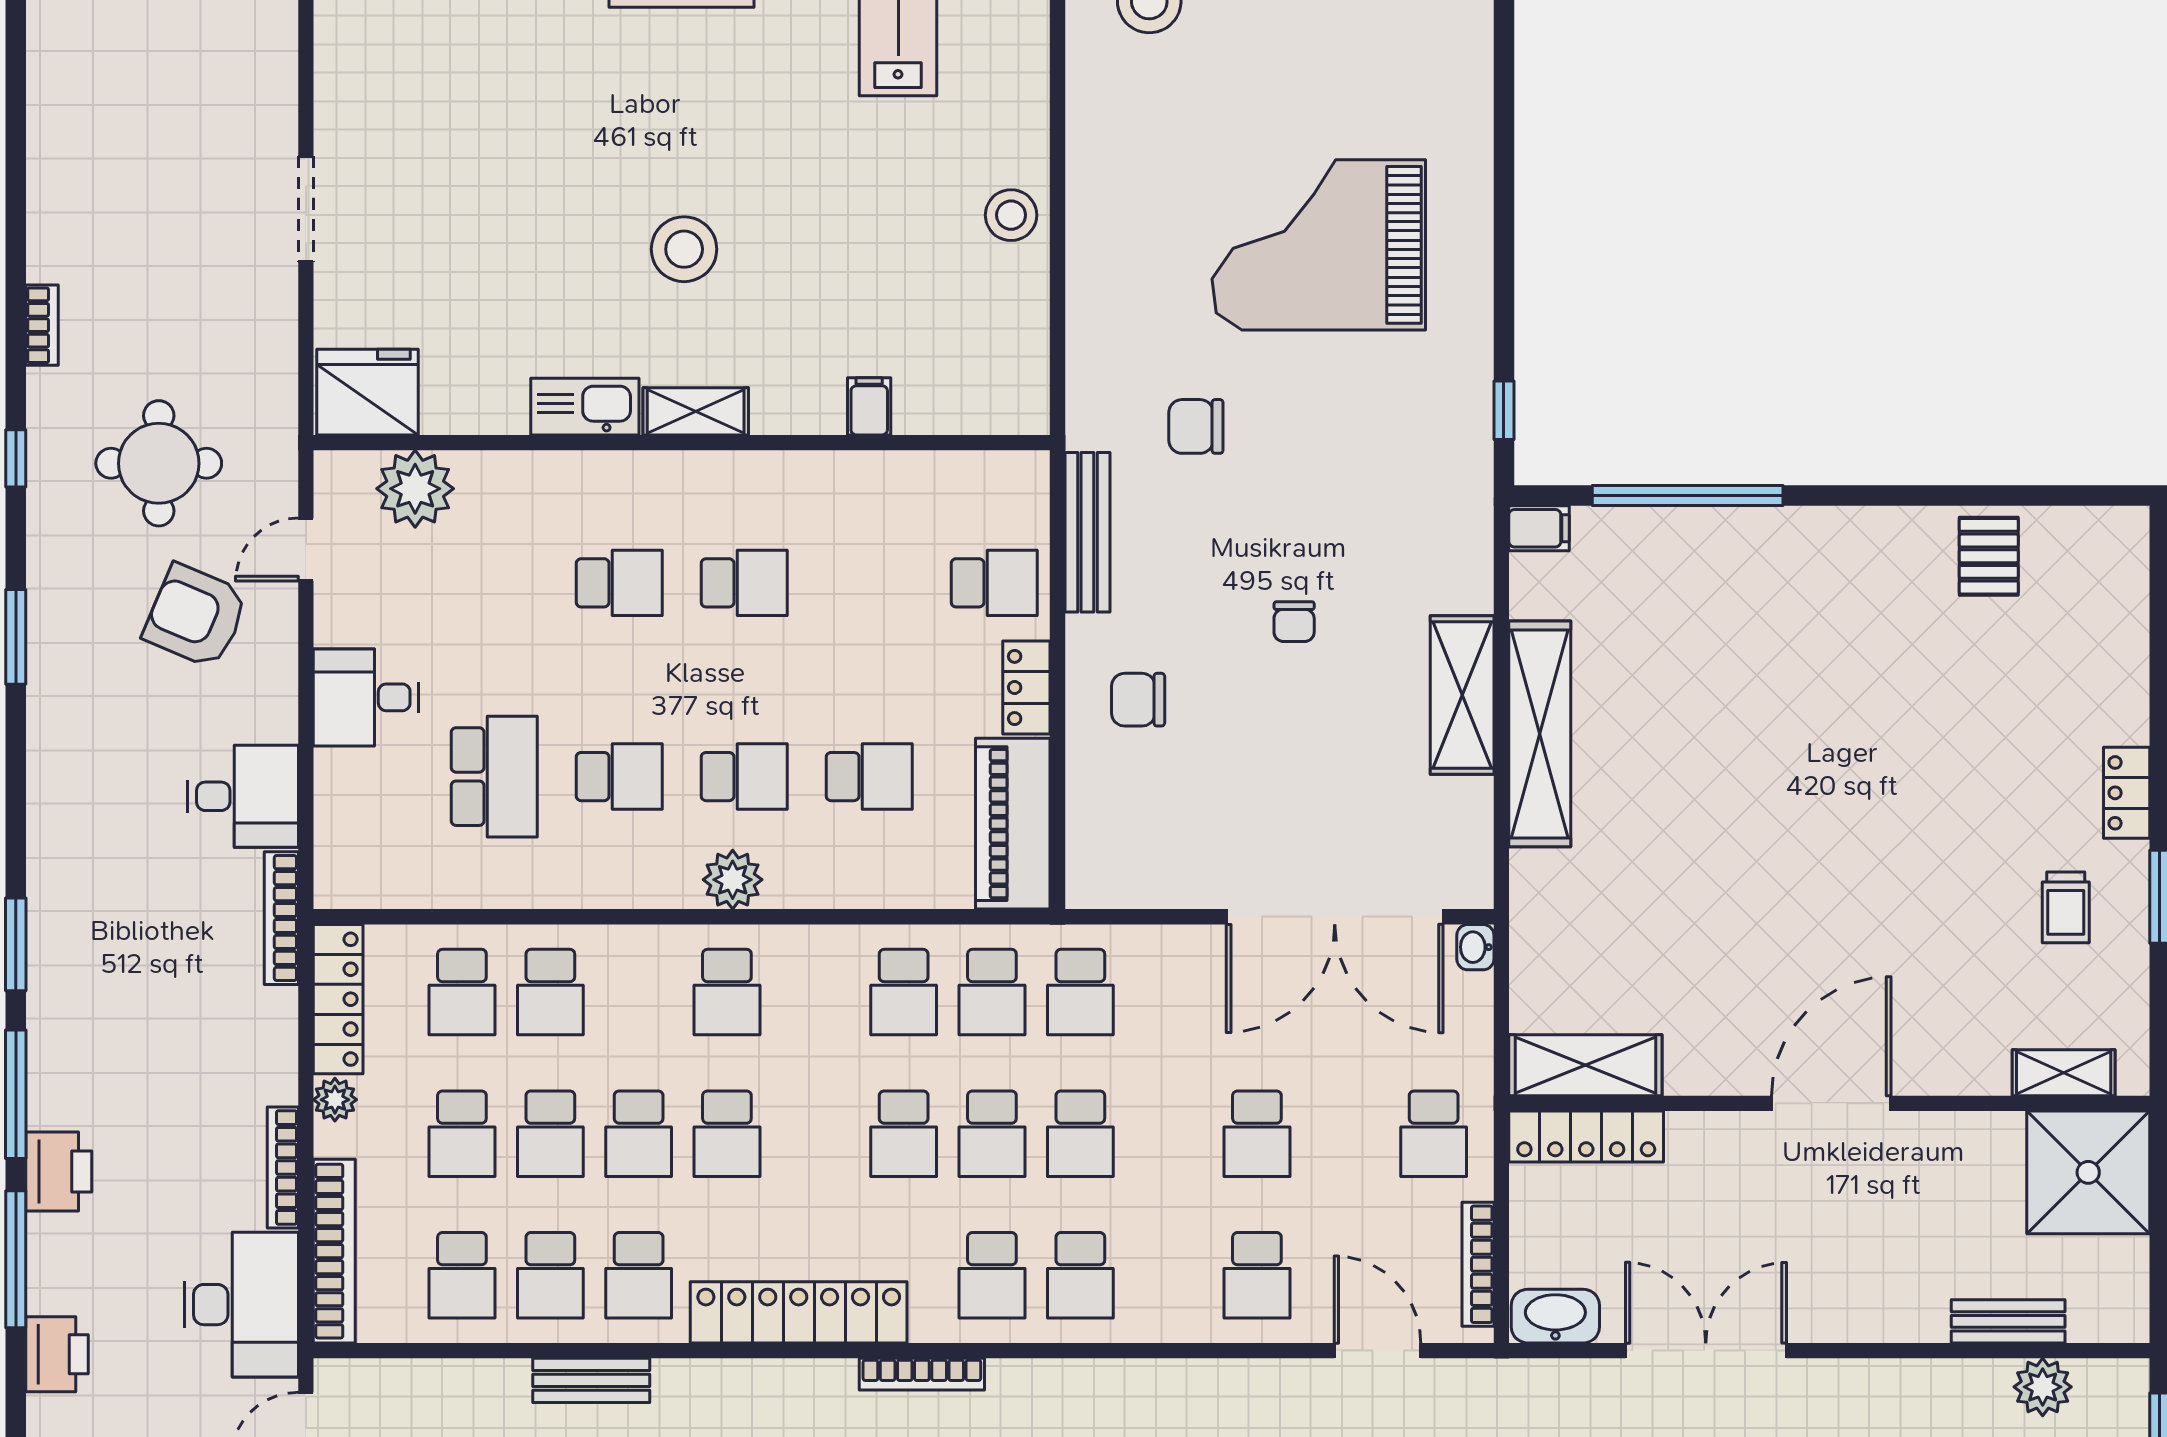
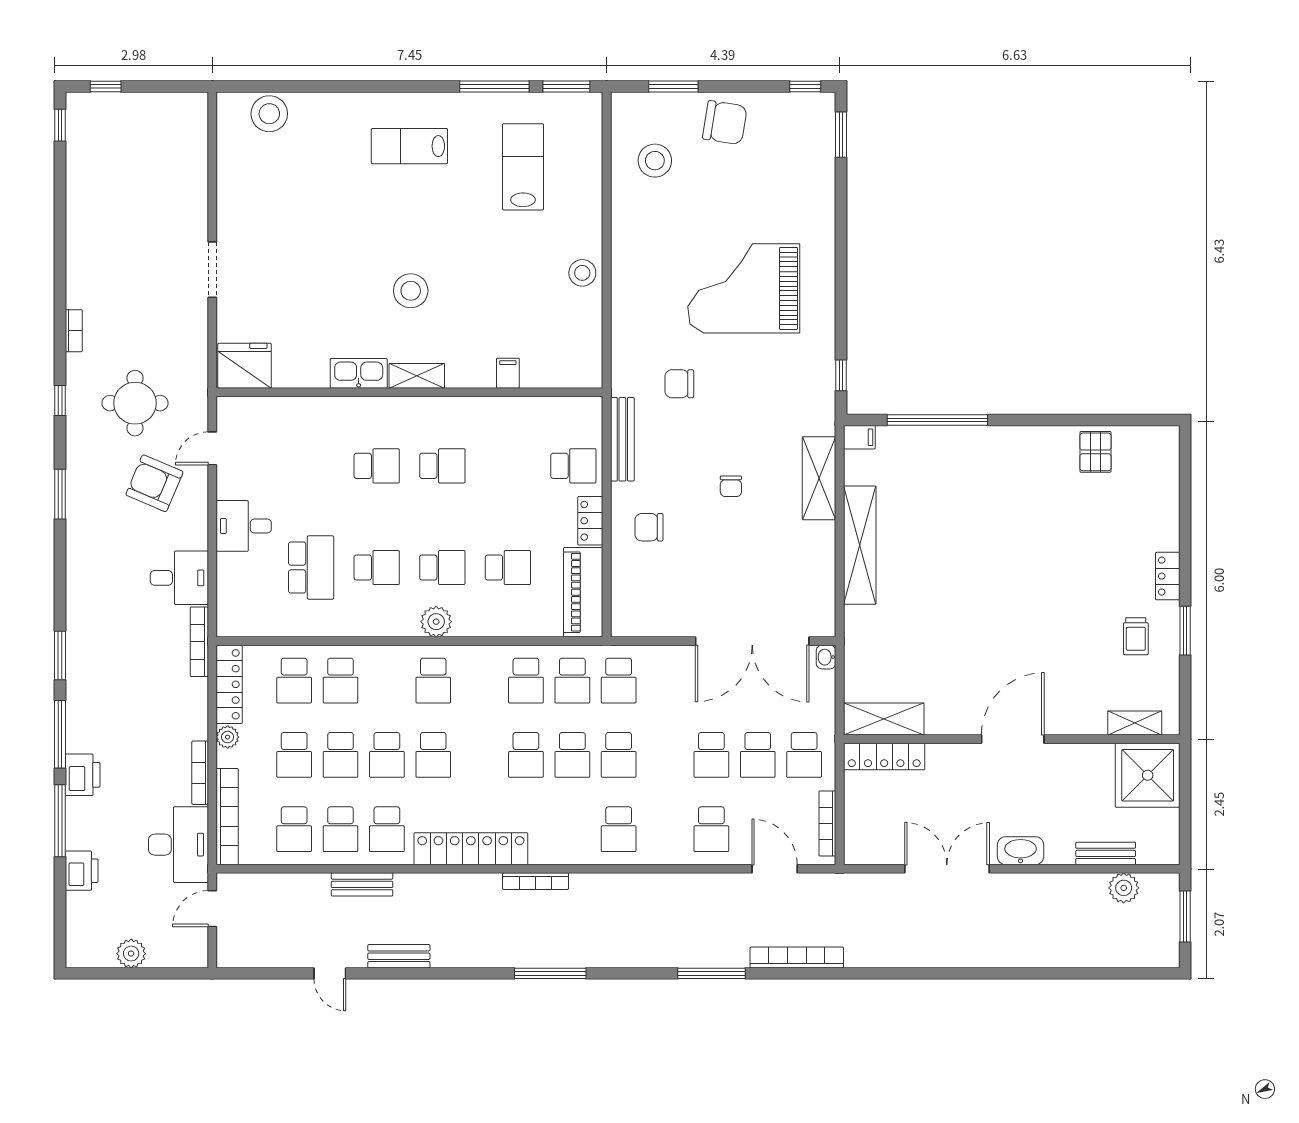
plant: (415, 489) -> (270, 416), removed
shelving: (1462, 695) -> (819, 478), moved
school desk: (992, 1275) -> (758, 755), moved
washbasin: (1555, 1316) -> (1021, 851), moved

